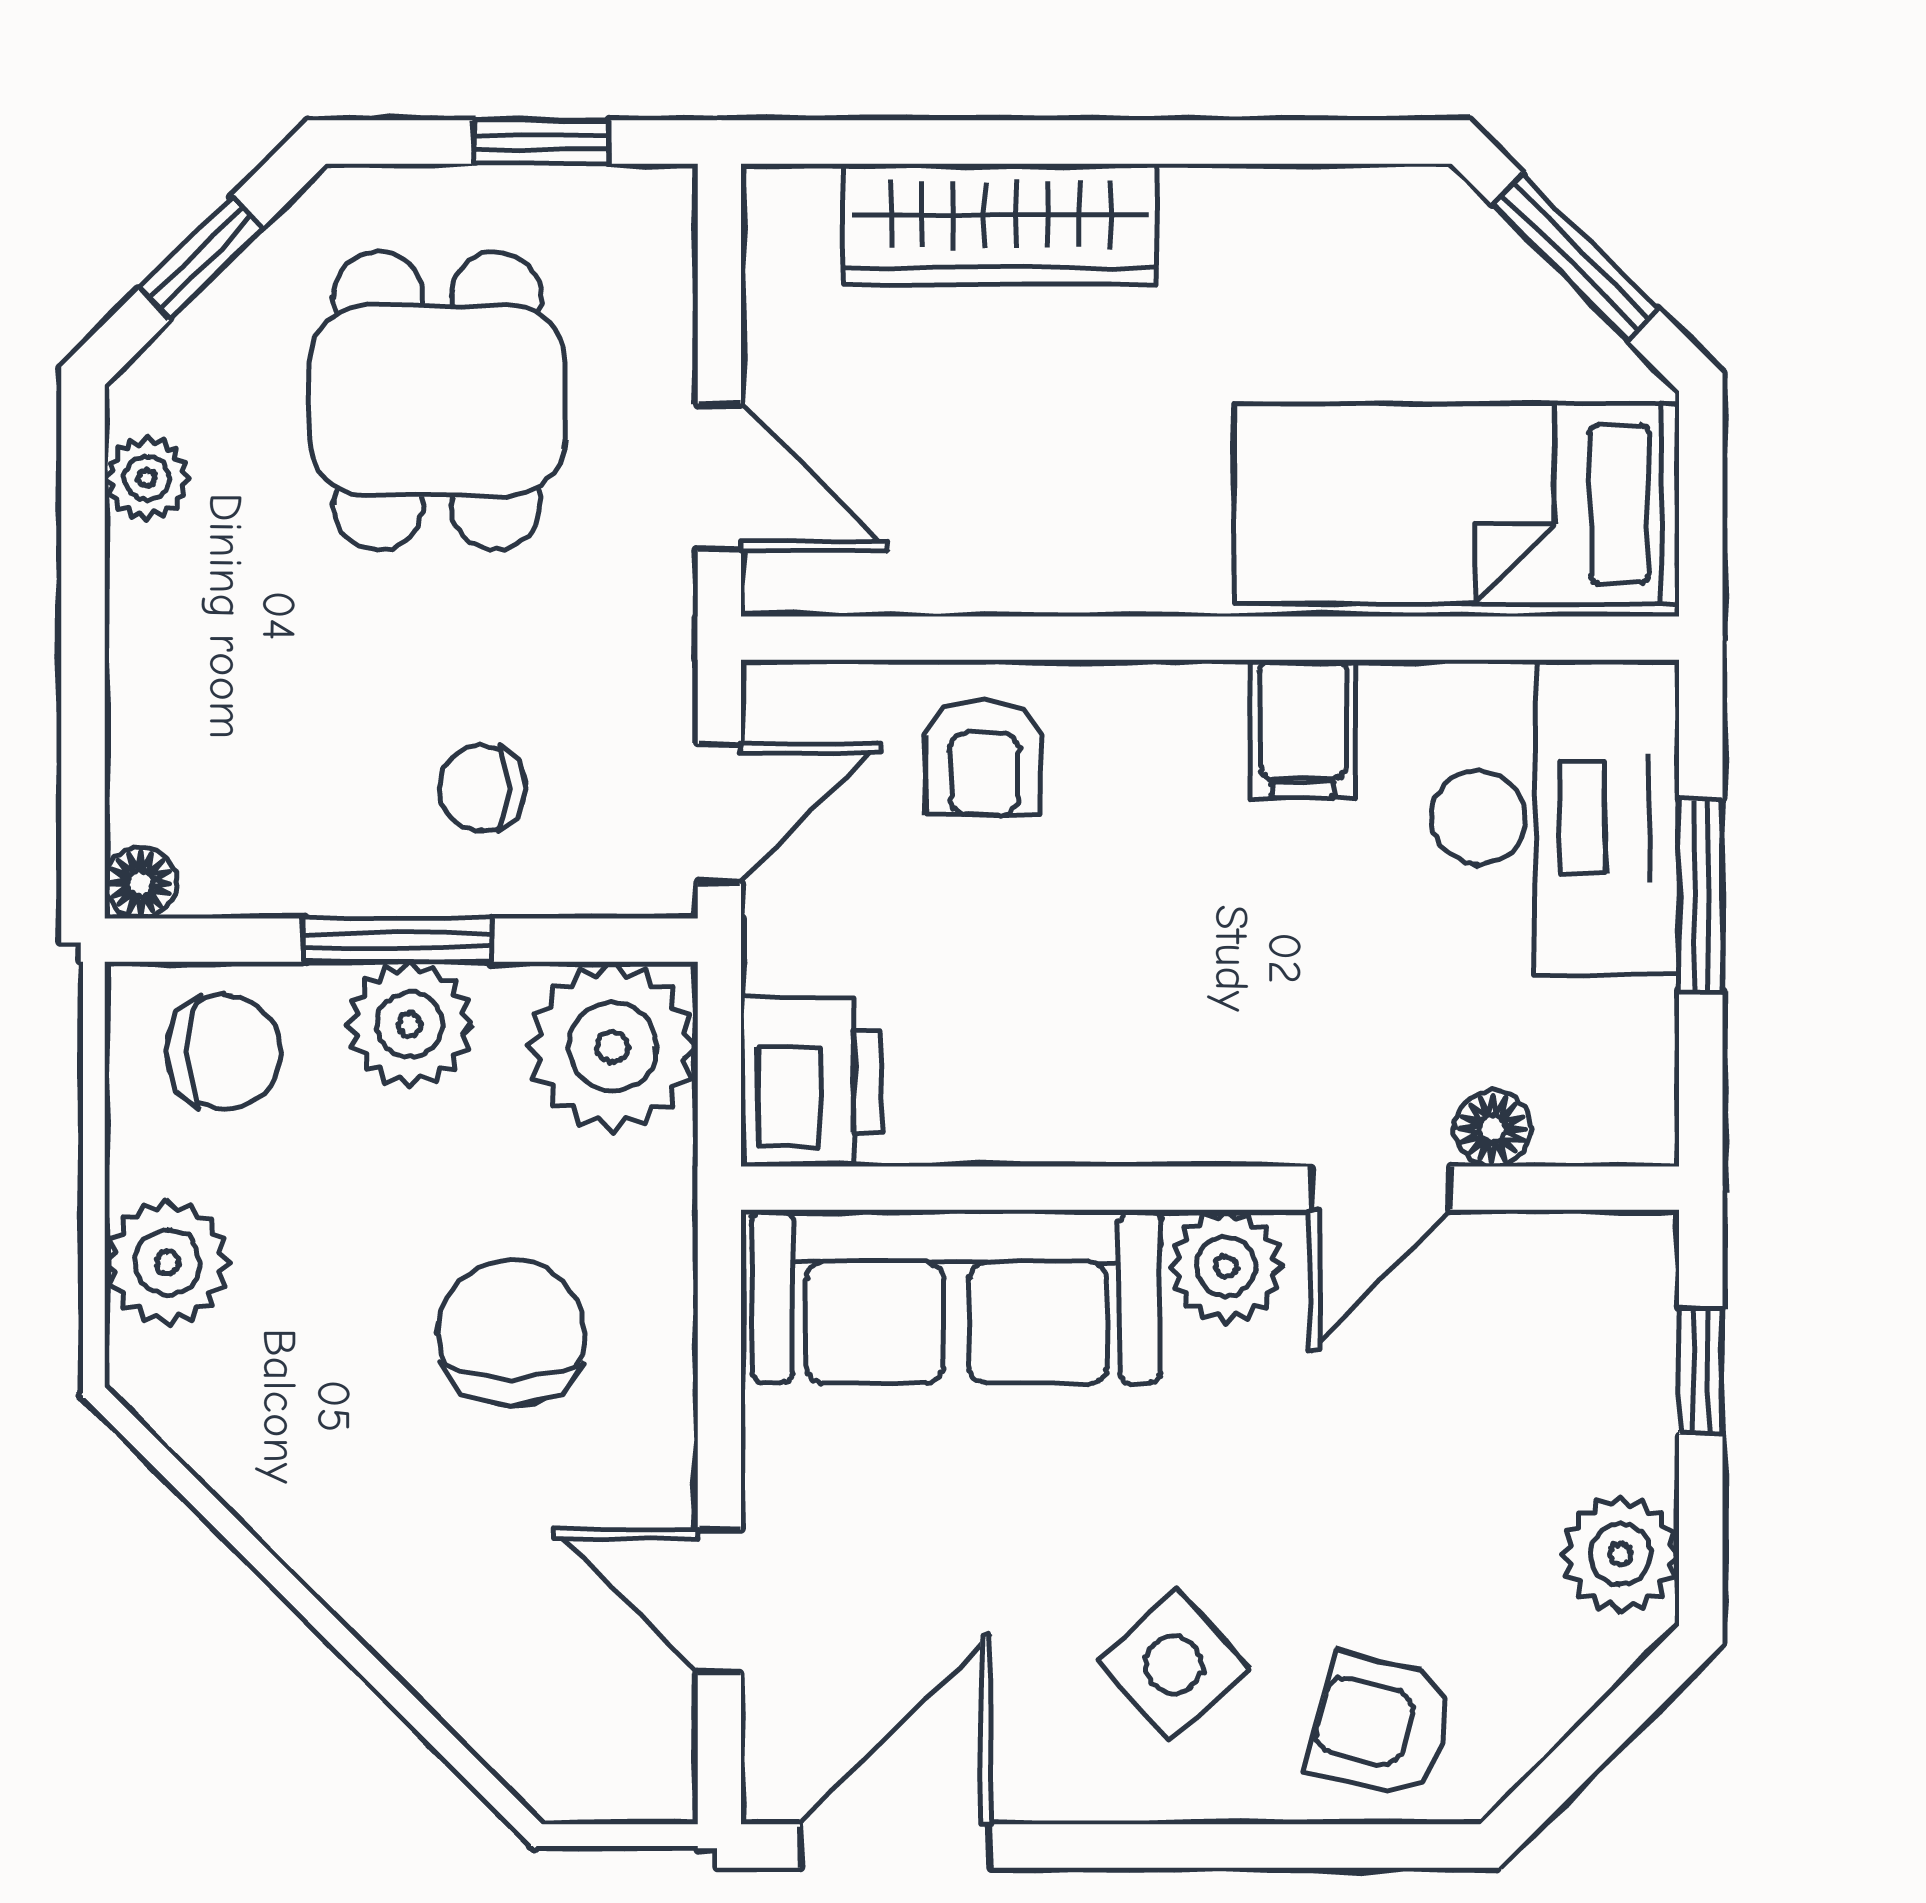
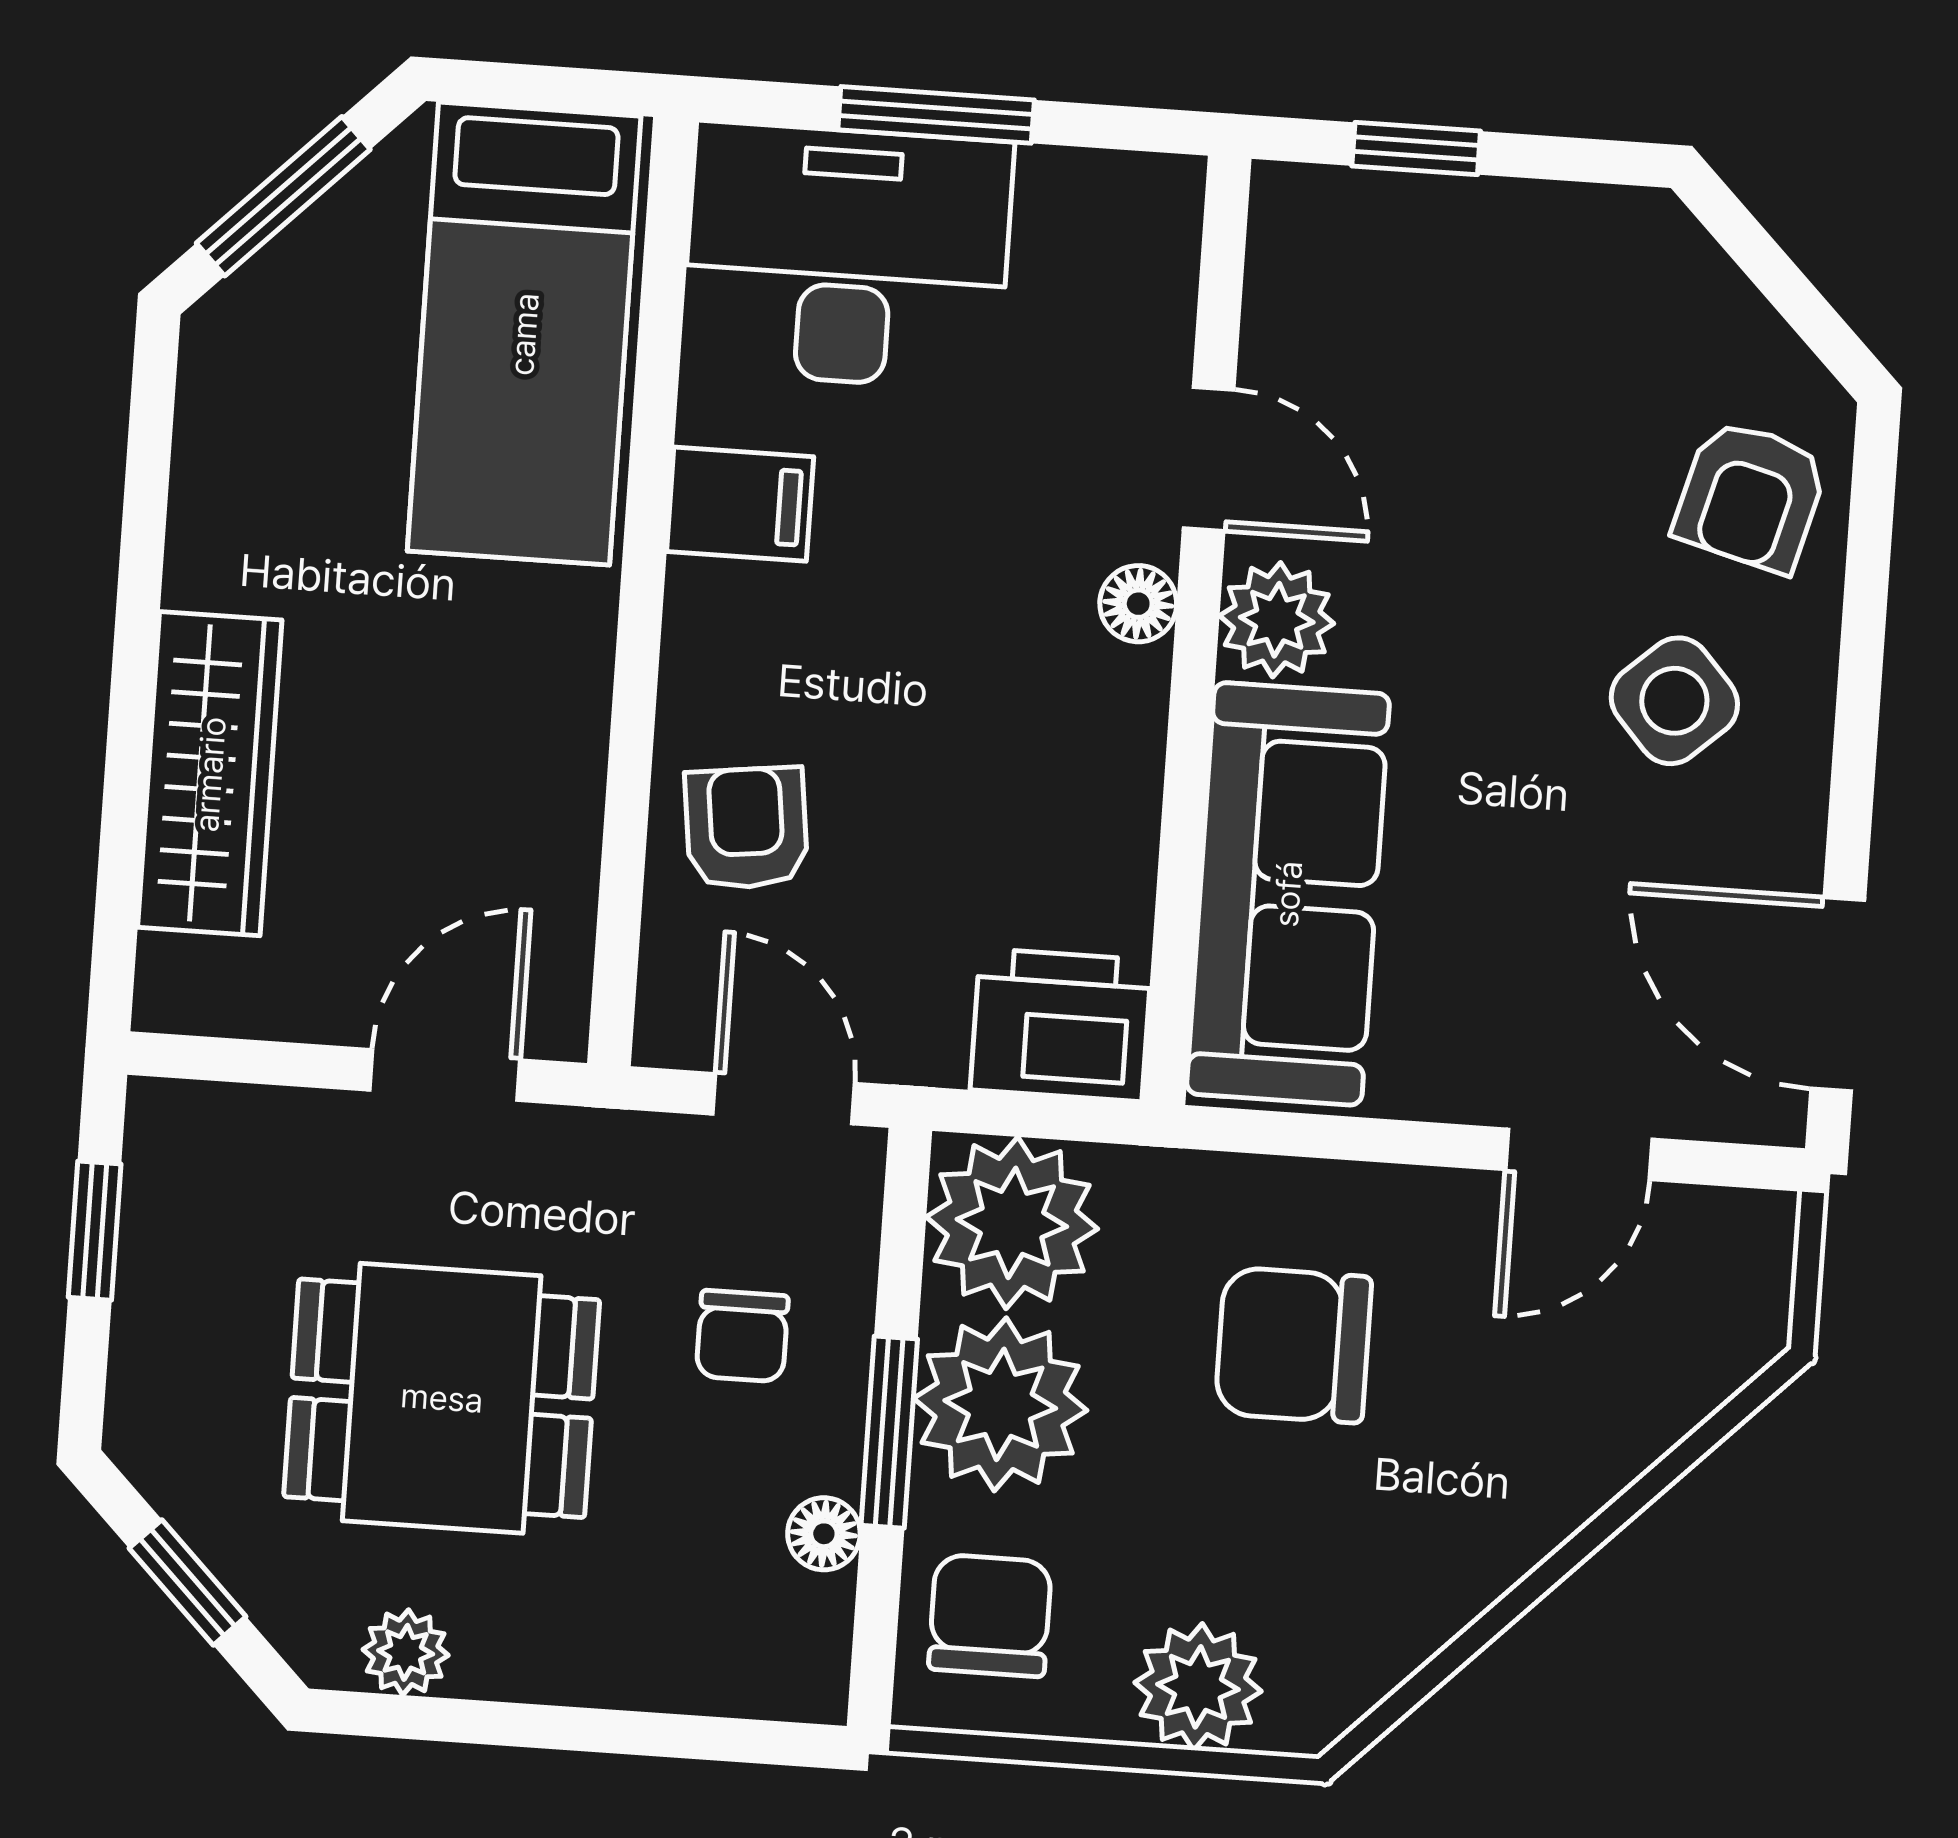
dining table: (437, 401) -> (442, 1398), moved
armchair: (984, 757) -> (746, 828), turned -97
floor lamp: (140, 883) -> (824, 1534), moved
plant: (410, 1025) -> (1000, 1404), width x1.36, depth x1.36
floor lamp: (1493, 1129) -> (1138, 604), moved
plant: (1620, 1554) -> (1595, 242), removed

